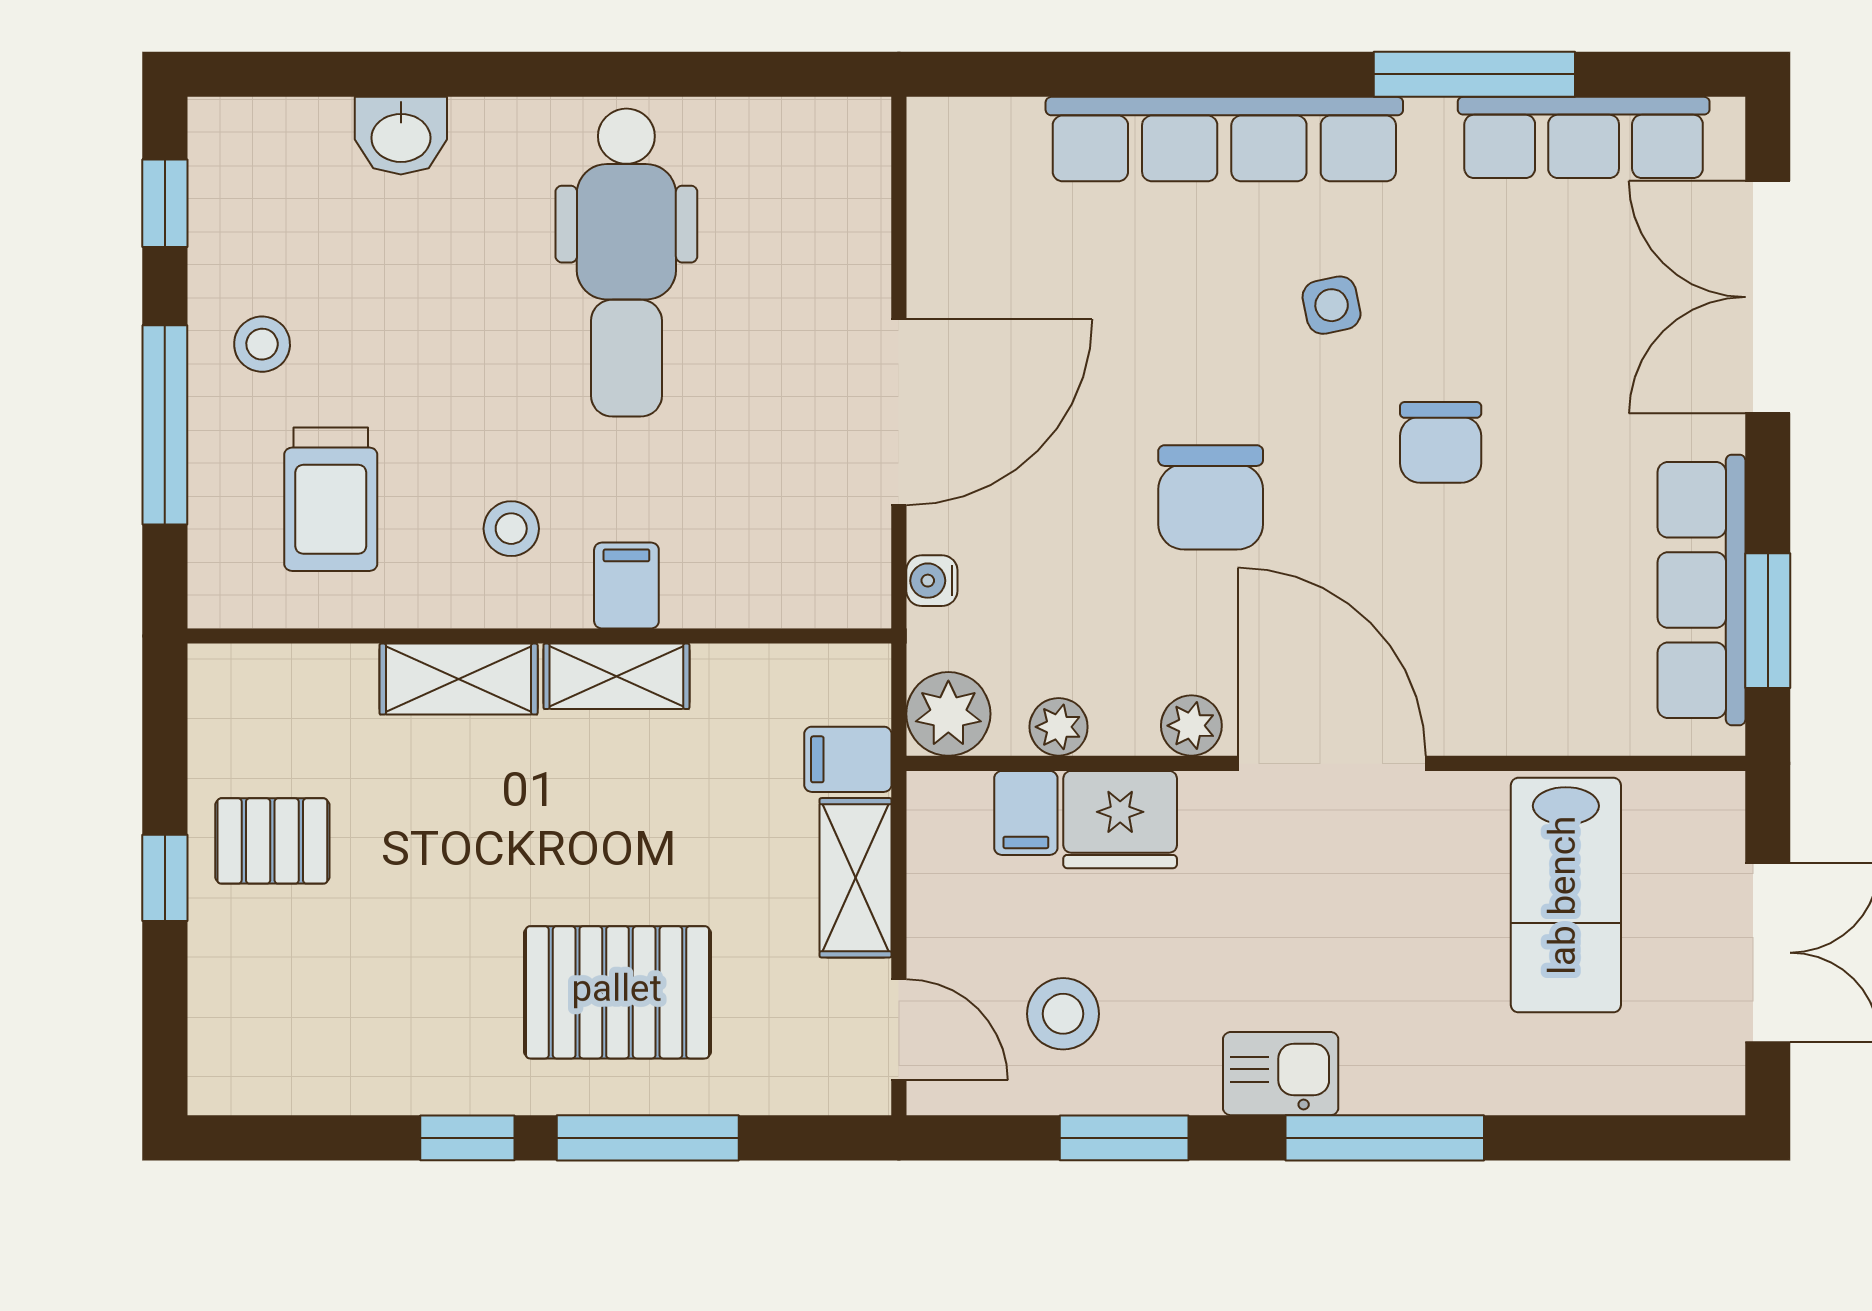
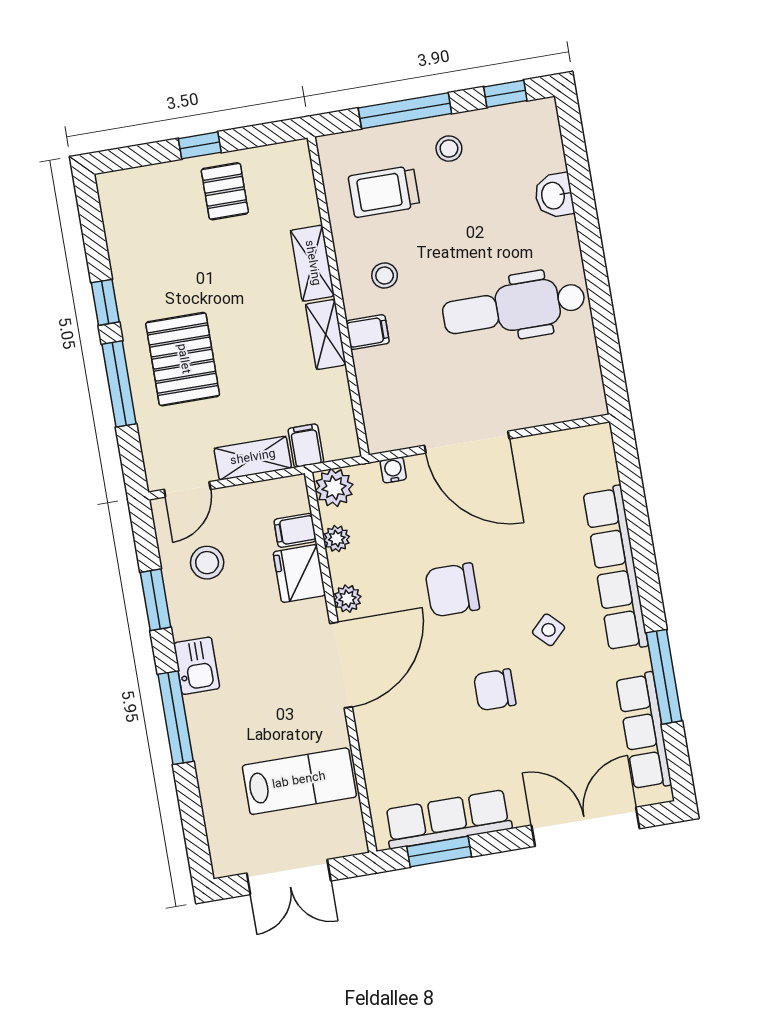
side table: (1332, 305) -> (549, 630), turned -33
lab bench: (1566, 895) -> (299, 781), turned 180

